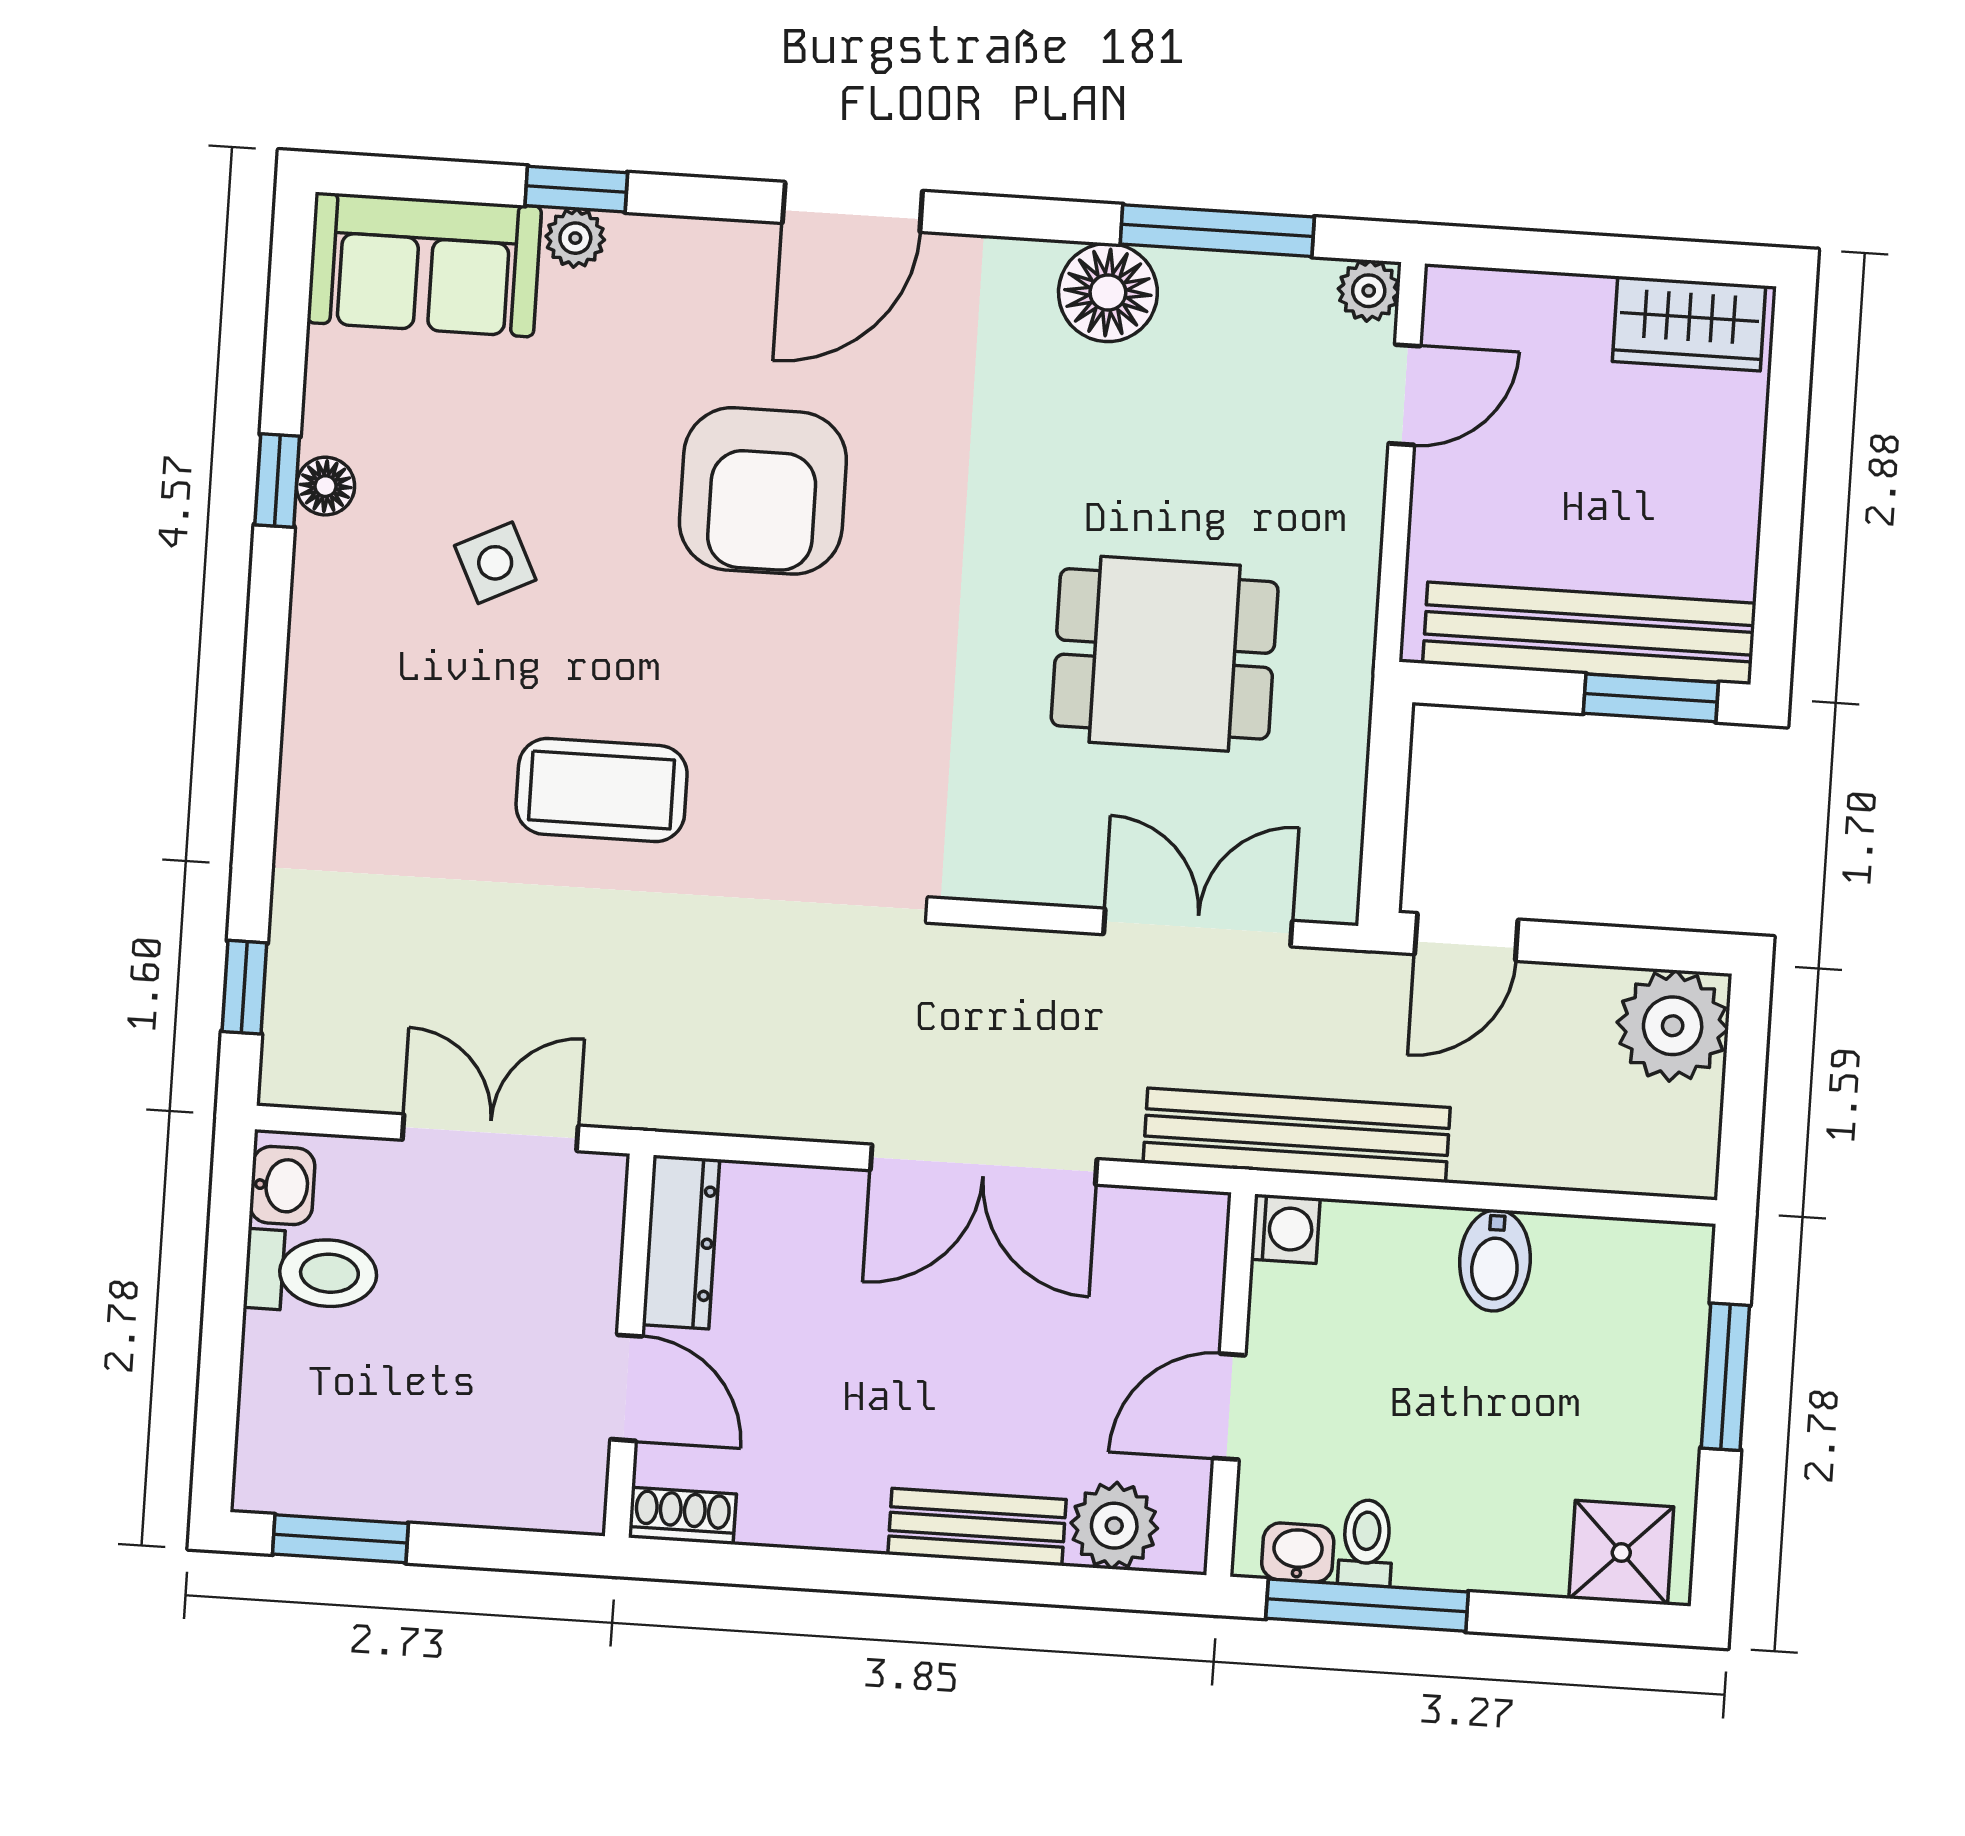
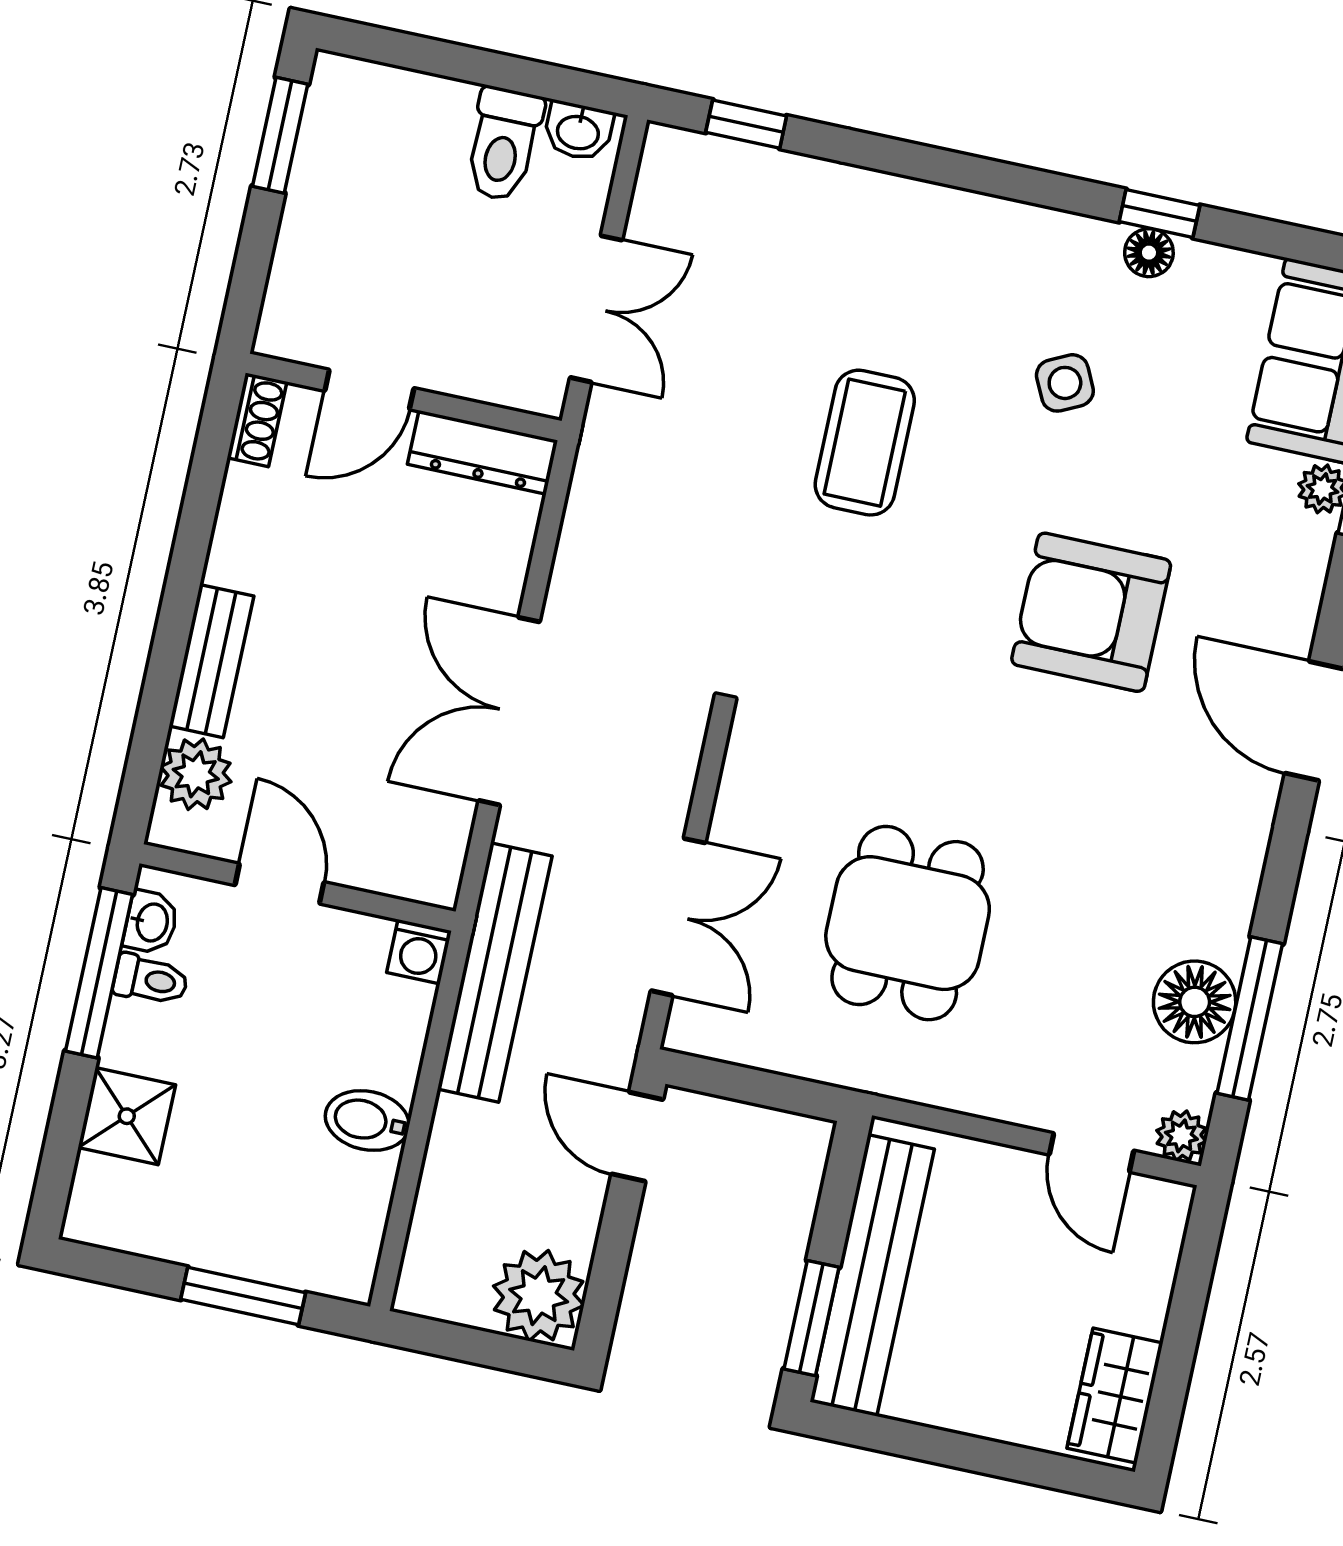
floor lamp: (1108, 292) -> (1195, 1002), moved
shower: (1621, 1553) -> (127, 1116), moved

